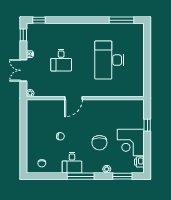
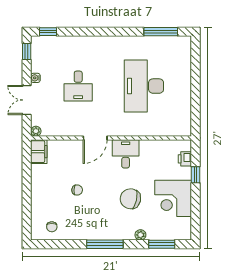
filing cabinet: (32, 108) -> (39, 152), added
chair: (99, 143) -> (130, 199), turned 102
printer: (139, 162) -> (185, 159), moved
desk: (72, 163) -> (126, 154), moved, turned 180

